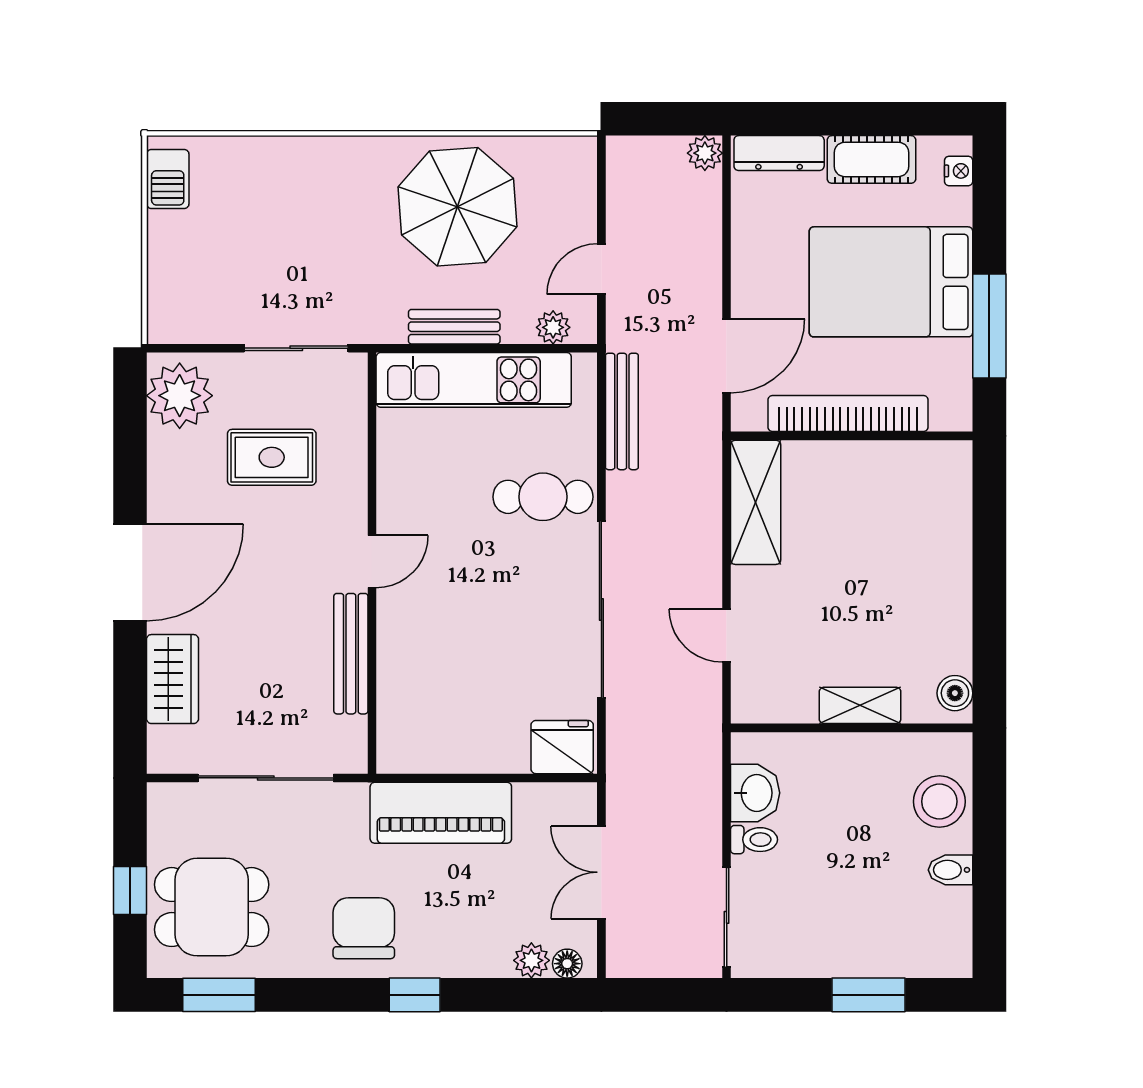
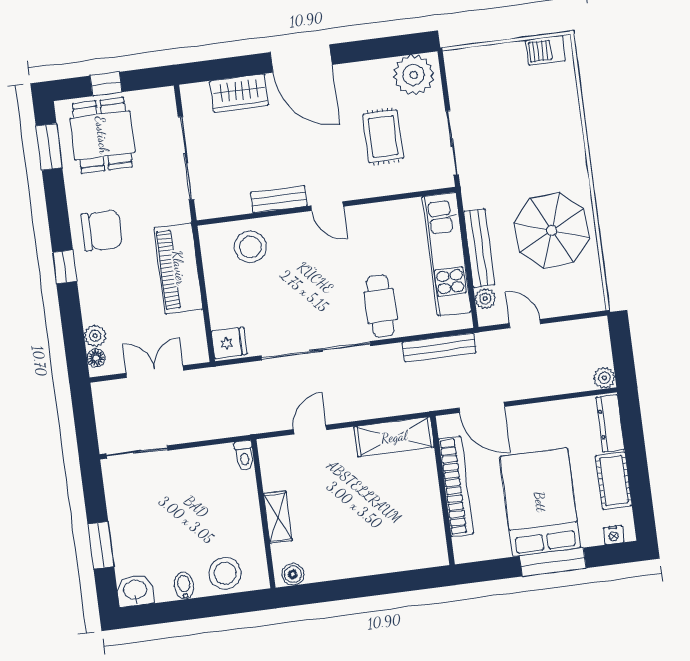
window: (989, 326) -> (553, 562), moved
bench: (454, 327) -> (479, 248), width x1.36
bench: (351, 654) -> (279, 199), width x0.73
stool: (421, 693) -> (250, 247), added
fridge: (562, 747) -> (229, 343), width x0.72
washbasin: (755, 793) -> (135, 591), moved, turned 180
toilet: (754, 840) -> (244, 455), moved

